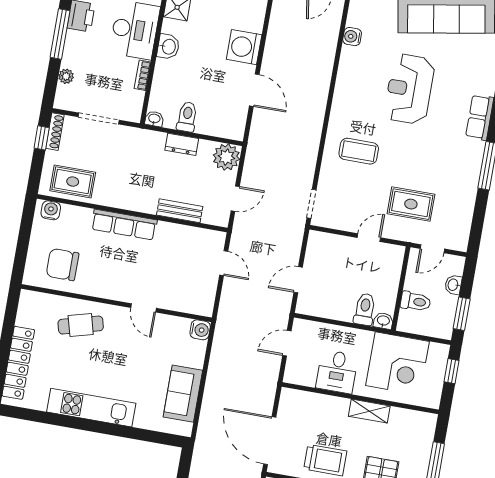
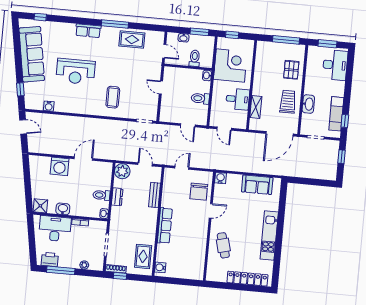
rug: (411, 204) -> (132, 40), moved, turned 90
chair: (63, 265) -> (199, 192), moved
toilet: (365, 309) -> (200, 98), moved
shelving: (369, 411) -> (256, 107), moved

